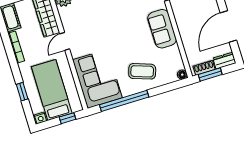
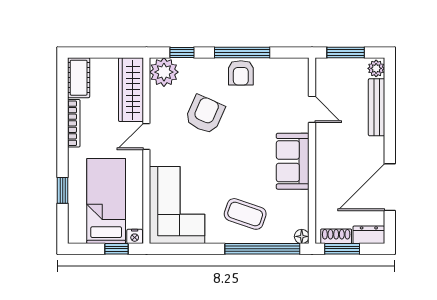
armchair: (97, 16) -> (205, 114), added
window: (124, 101) -> (262, 249), moved
nightstand: (40, 118) -> (135, 236), moved

